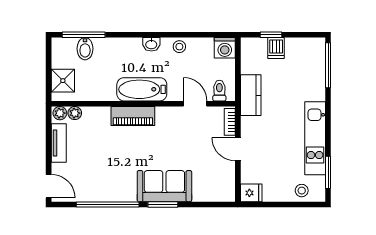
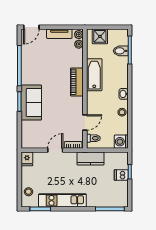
bathtub: (142, 89) -> (94, 75), moved

